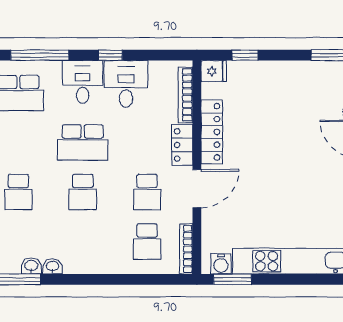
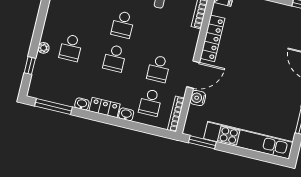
school desk: (83, 143) -> (123, 24), width x0.54
locker: (182, 145) -> (105, 107), moved, turned 90
water cooler: (221, 264) -> (198, 98), moved, turned 90
washbasin: (31, 266) -> (126, 114), moved

